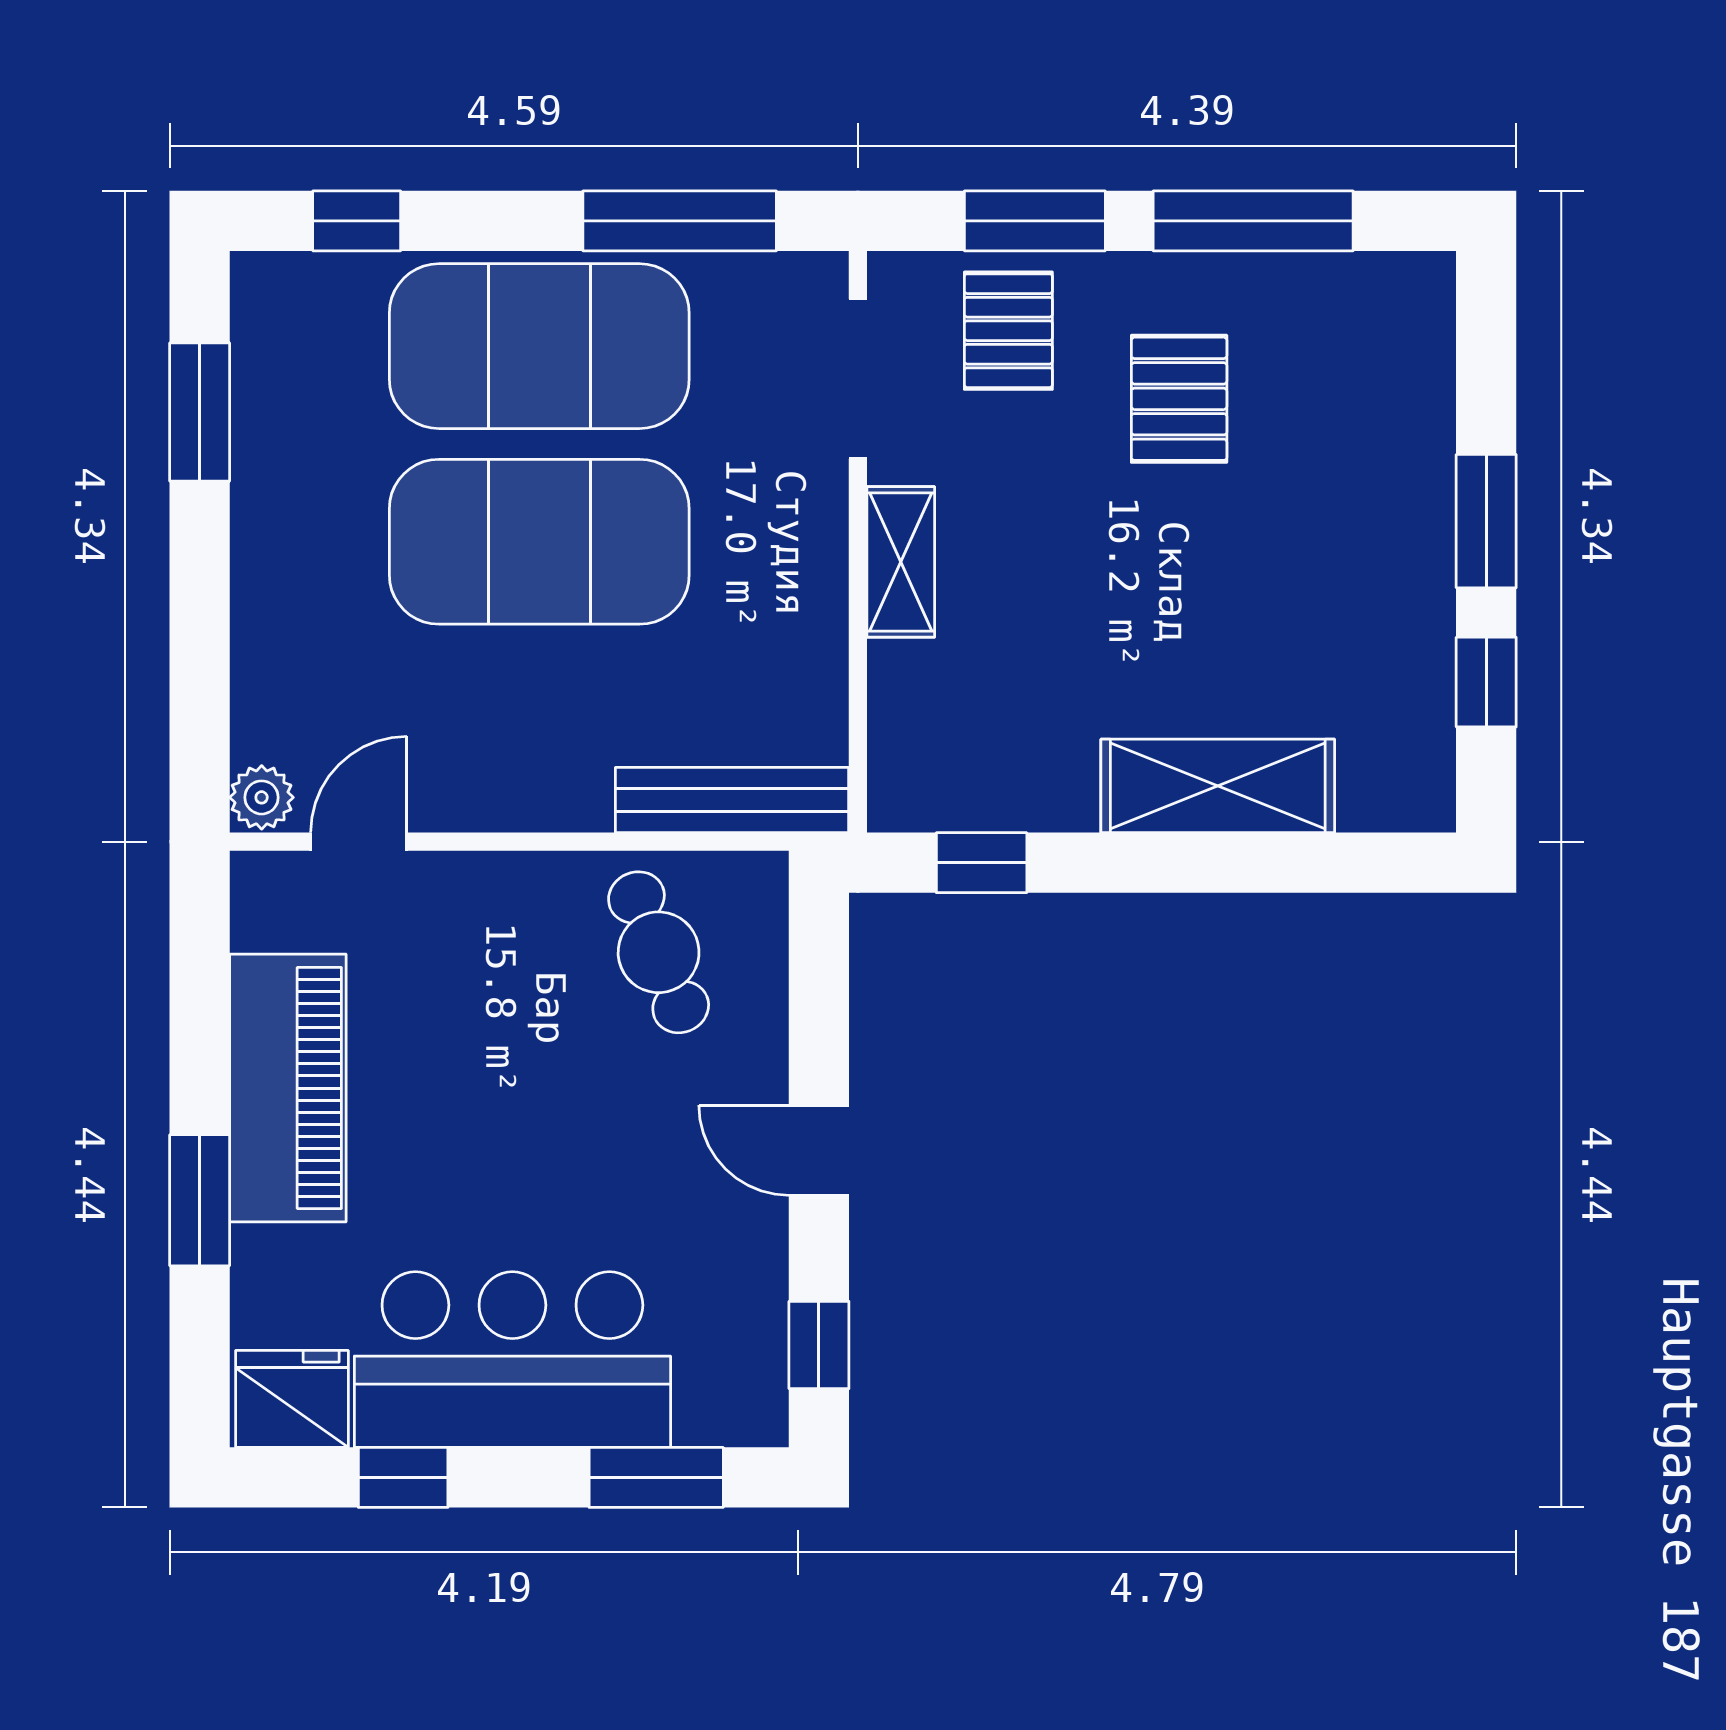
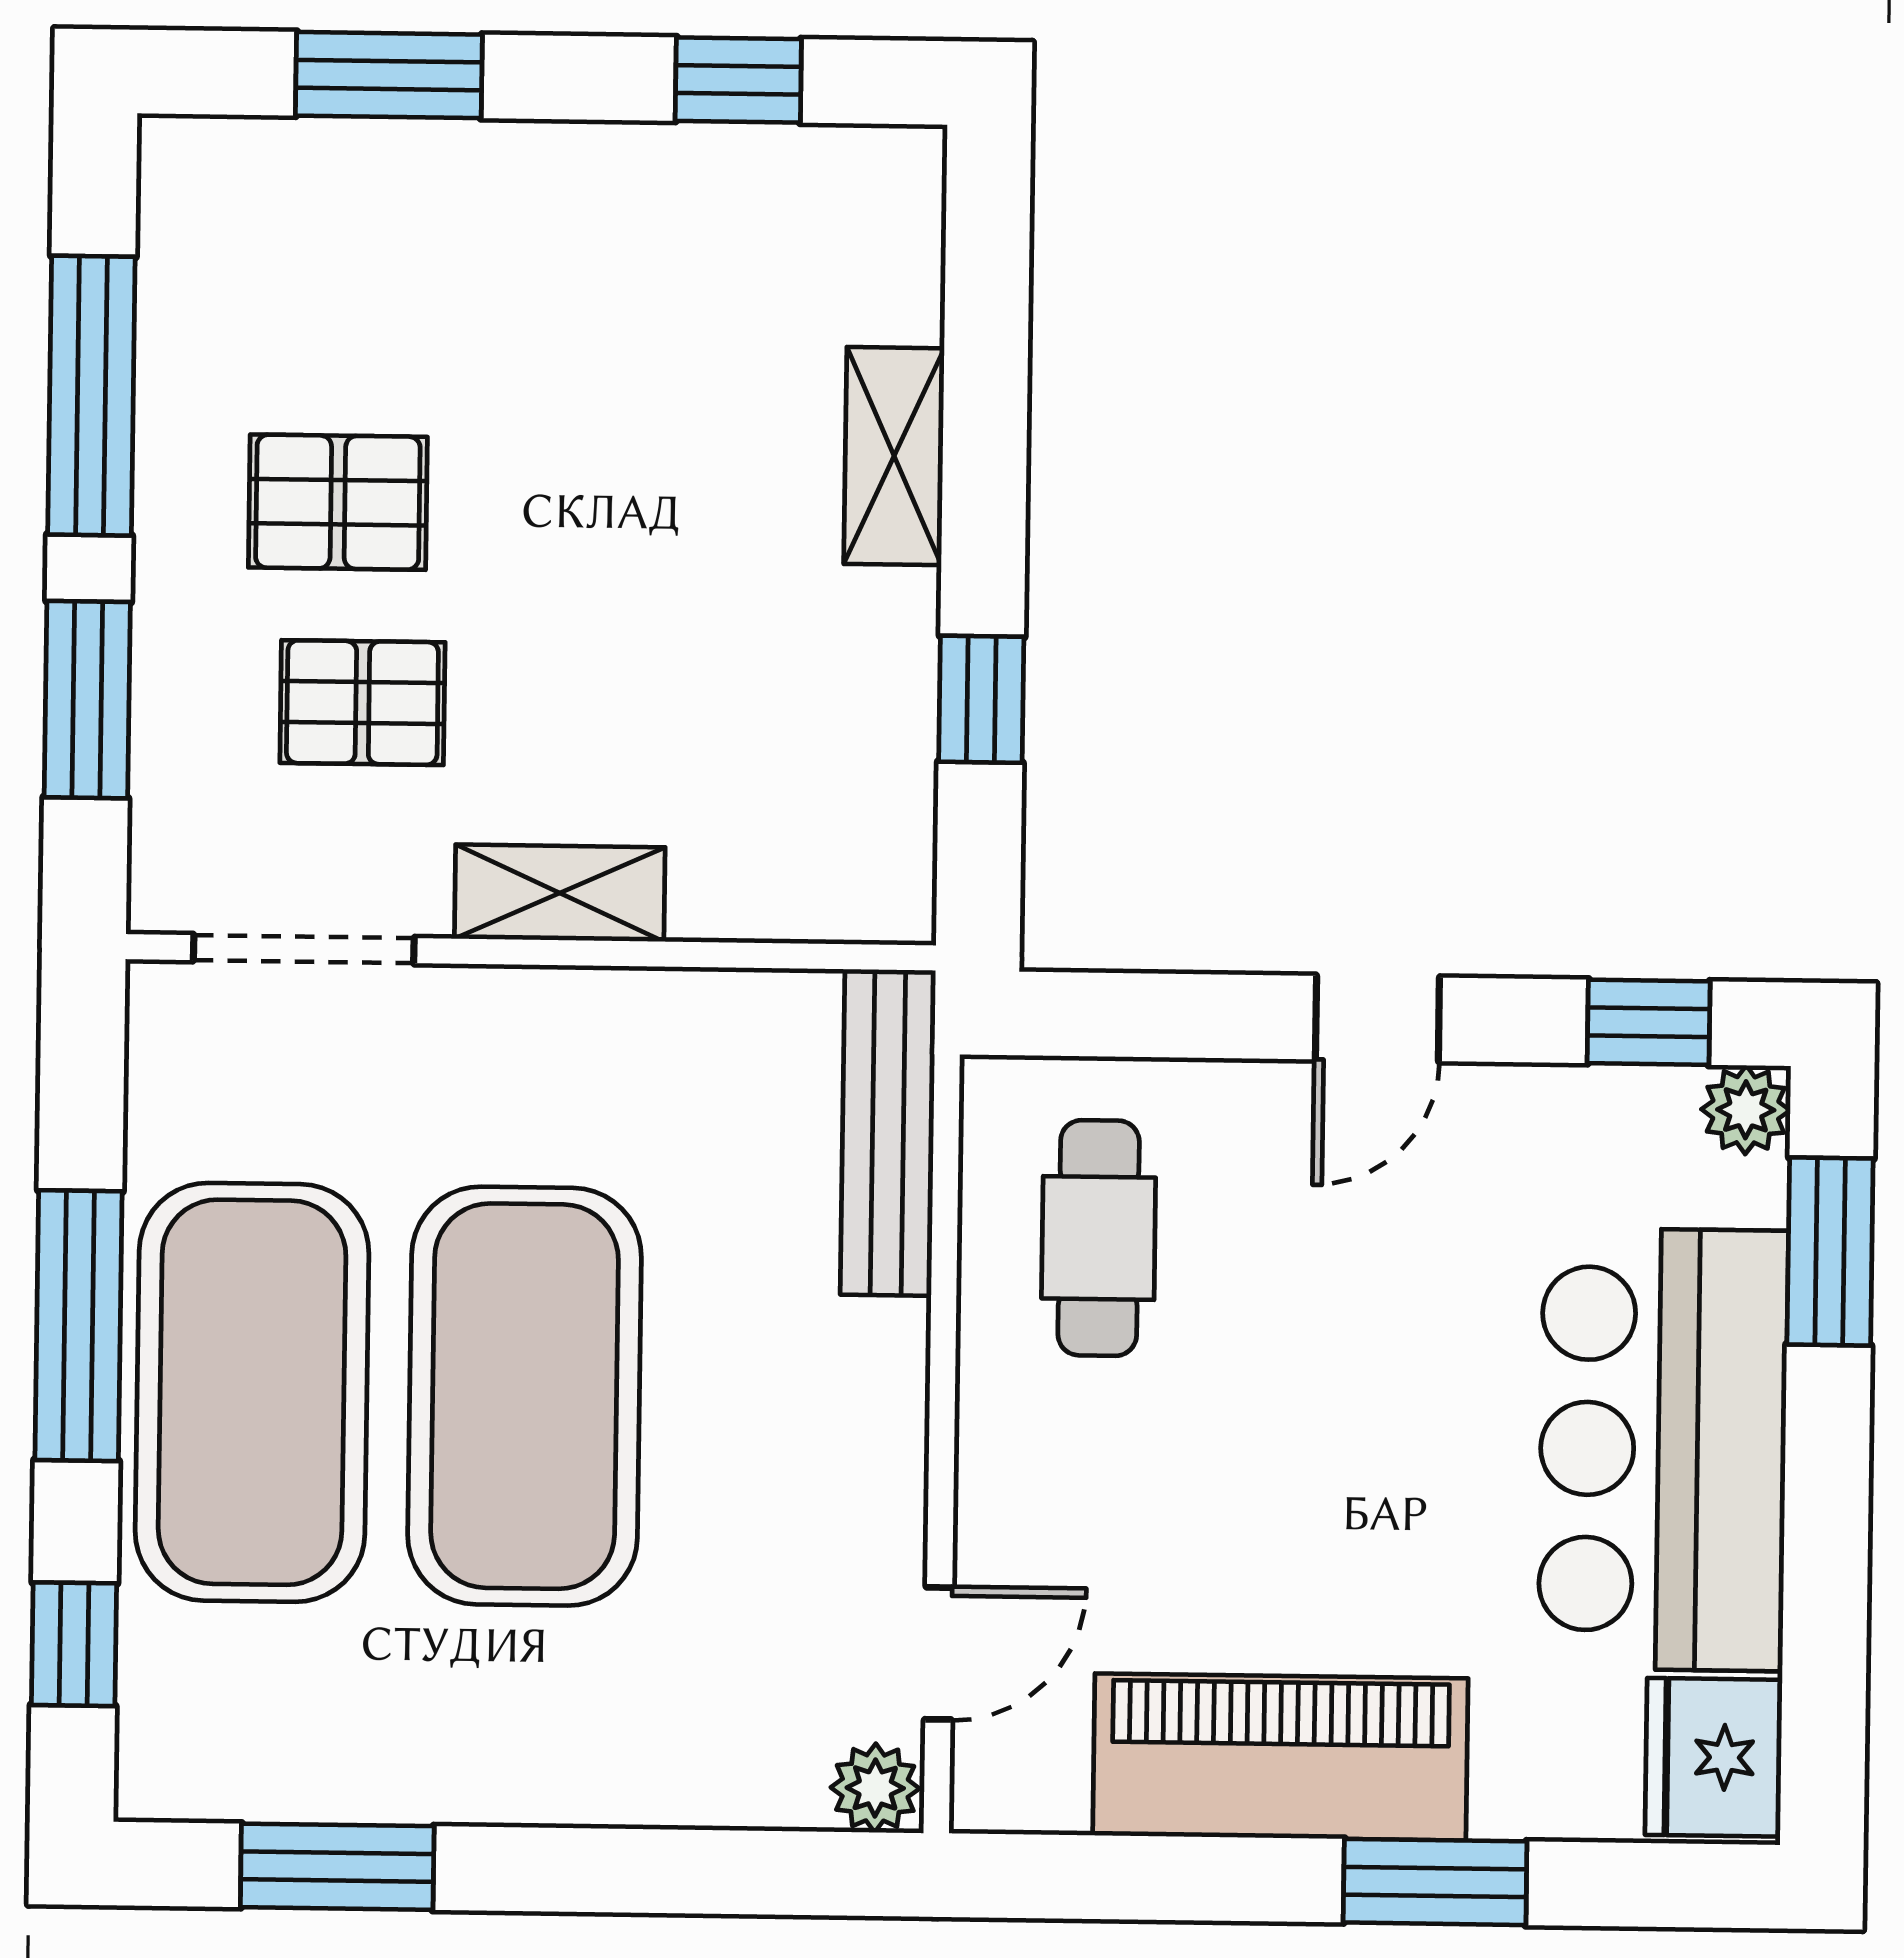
window: (680, 221) -> (78, 1326), moved
pallet: (1008, 331) -> (362, 703), moved
window: (1486, 521) -> (389, 75), moved
shelving: (1218, 786) -> (894, 456), width x0.67, depth x0.75
door: (359, 842) -> (939, 1653), swing flipped
window: (982, 863) -> (981, 699), moved
cafe table: (659, 952) -> (1099, 1238), turned -68
plant: (757, 1416) -> (1746, 1110), added
window: (403, 1477) -> (1825, 1604), removed

